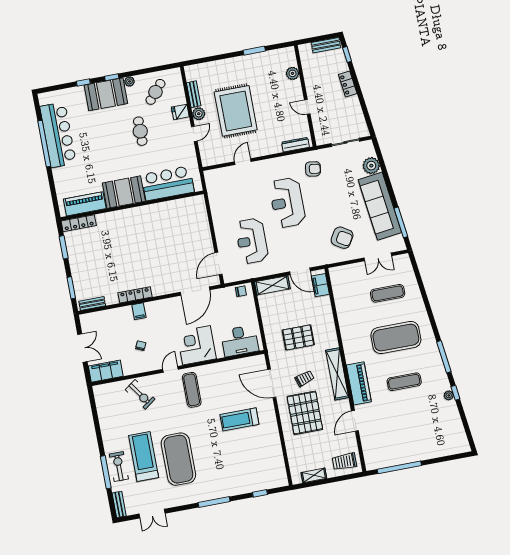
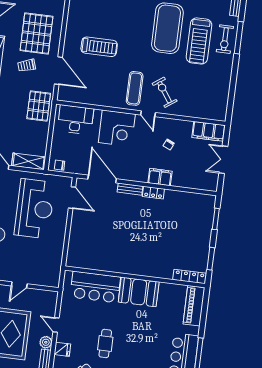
door: (194, 134) -> (56, 325), hinge flipped
piano: (85, 204) -> (194, 306), moved, turned 90
reception desk: (252, 241) -> (35, 209), width x1.36, depth x1.30
door: (219, 264) -> (72, 198), hinge flipped
door: (195, 291) -> (102, 179), hinge flipped
locker: (135, 295) -> (153, 193), width x0.66
bench: (92, 303) -> (130, 189), moved
filing cabinet: (139, 311) -> (160, 177), width x2.00
pallet: (298, 337) -> (39, 106), moved, turned 90
door: (171, 369) -> (148, 114), hinge flipped
exercise bike: (140, 394) -> (165, 92), moved

